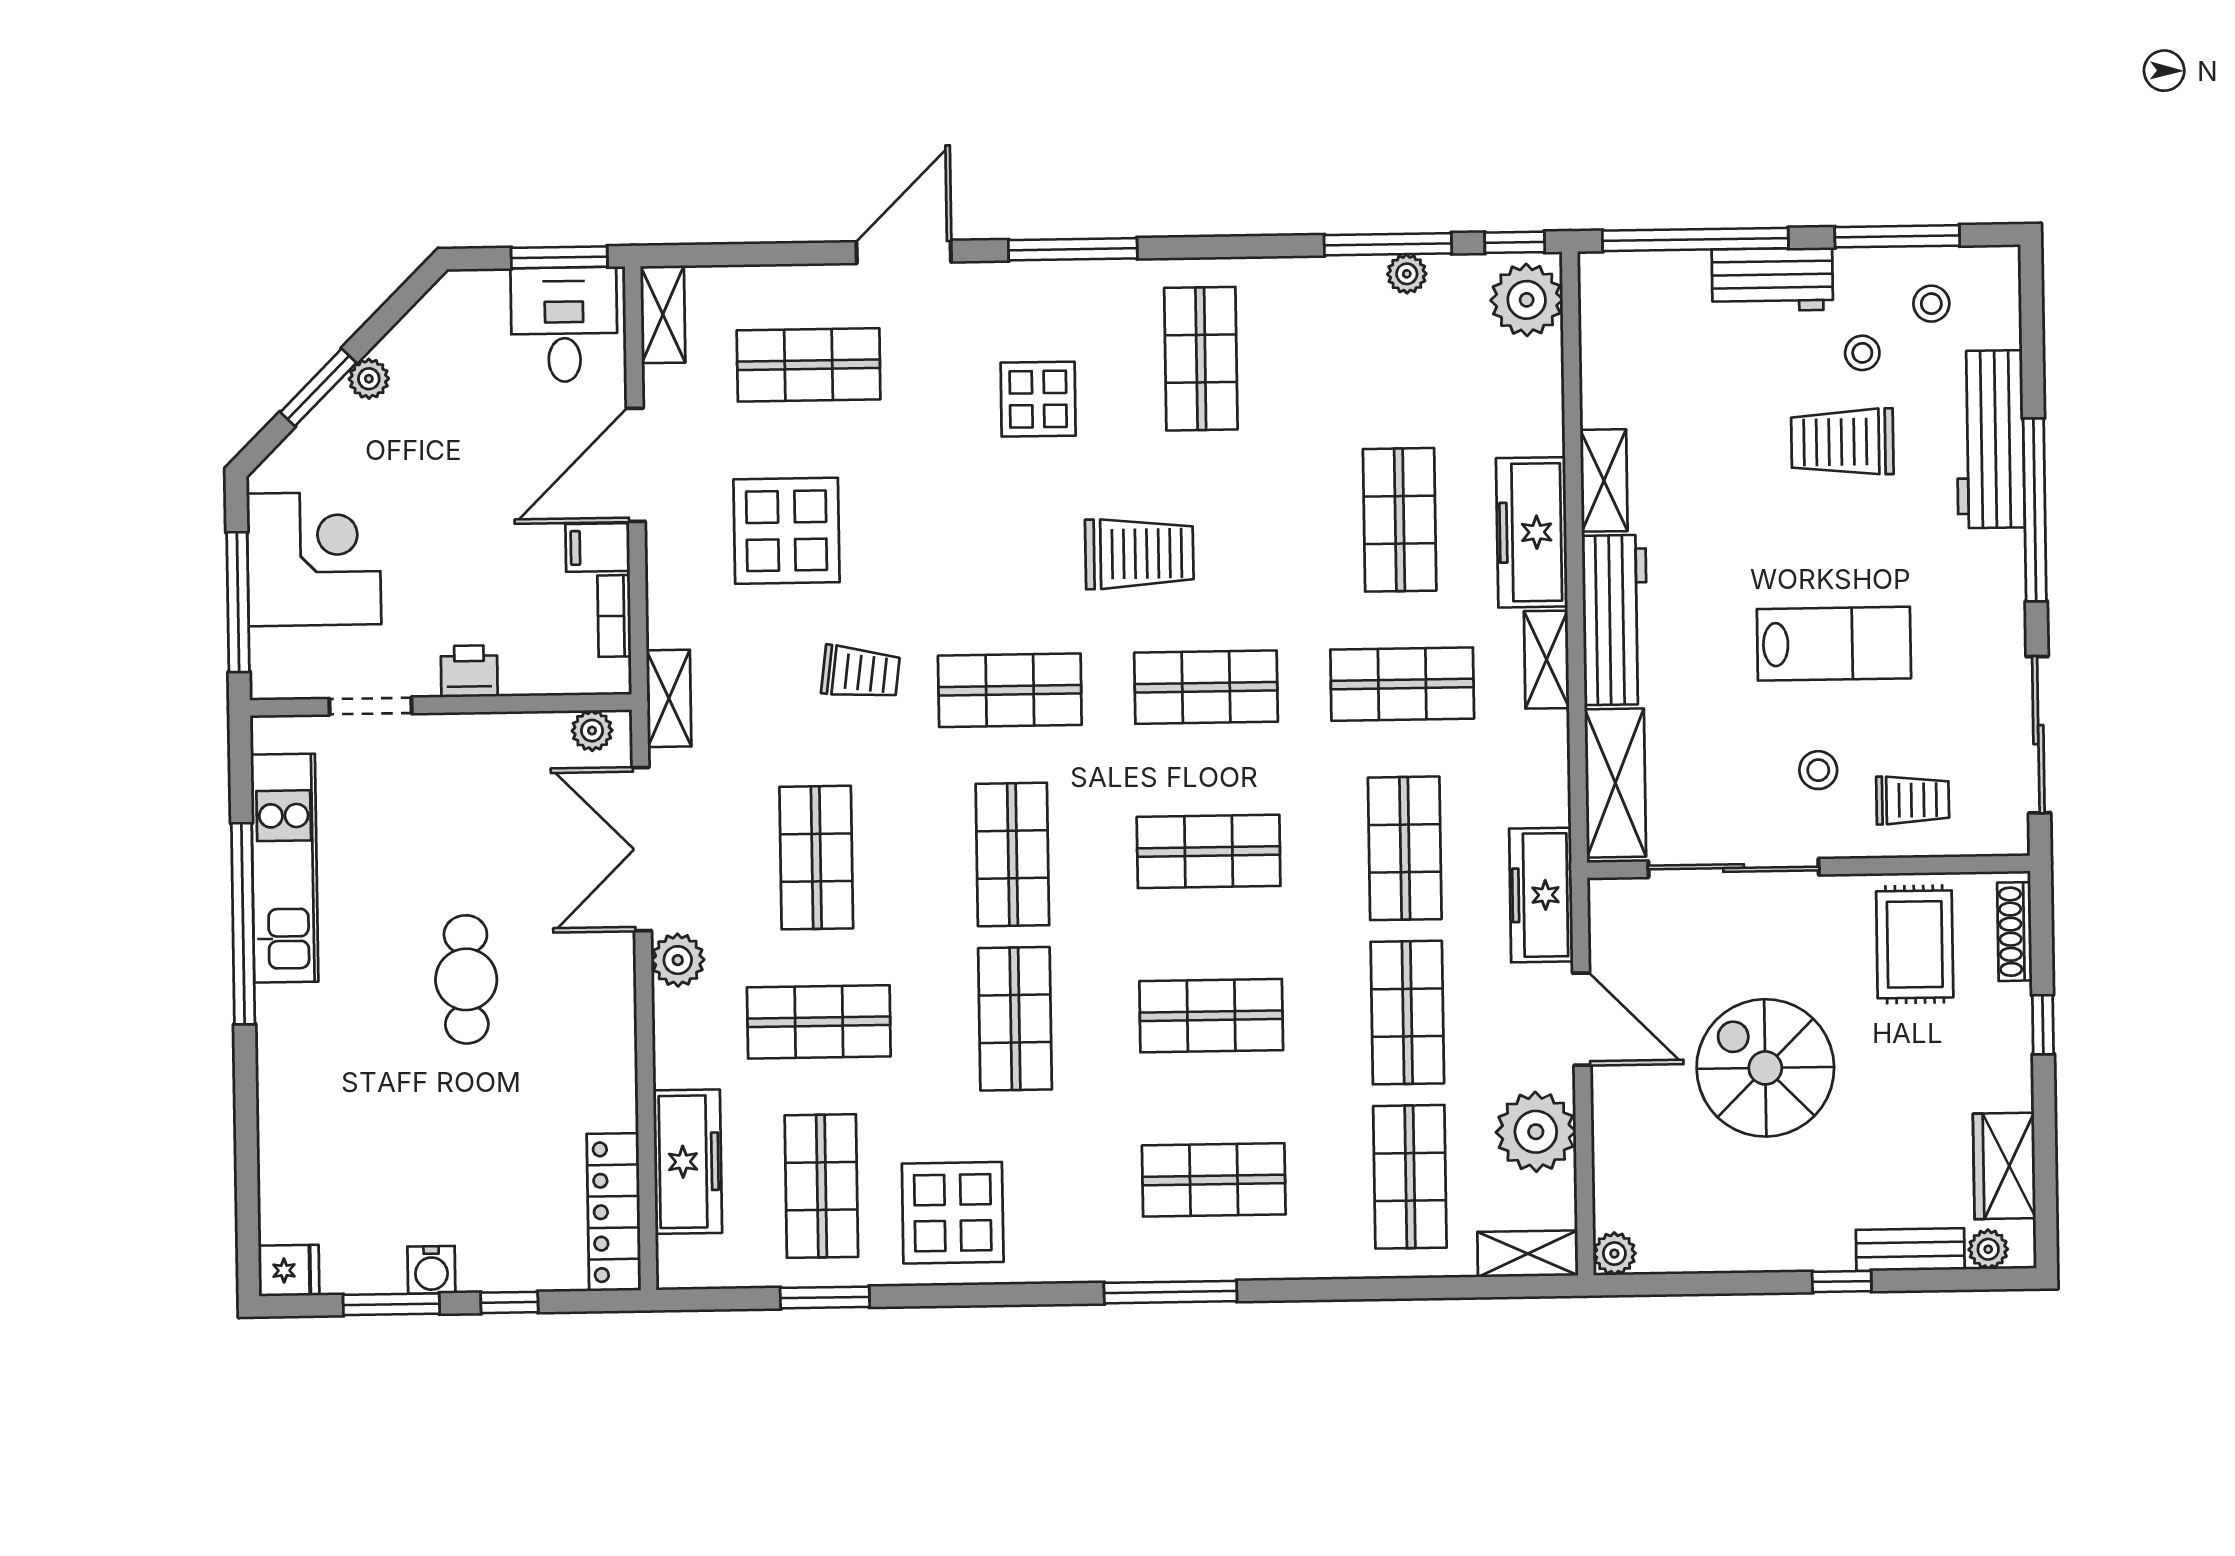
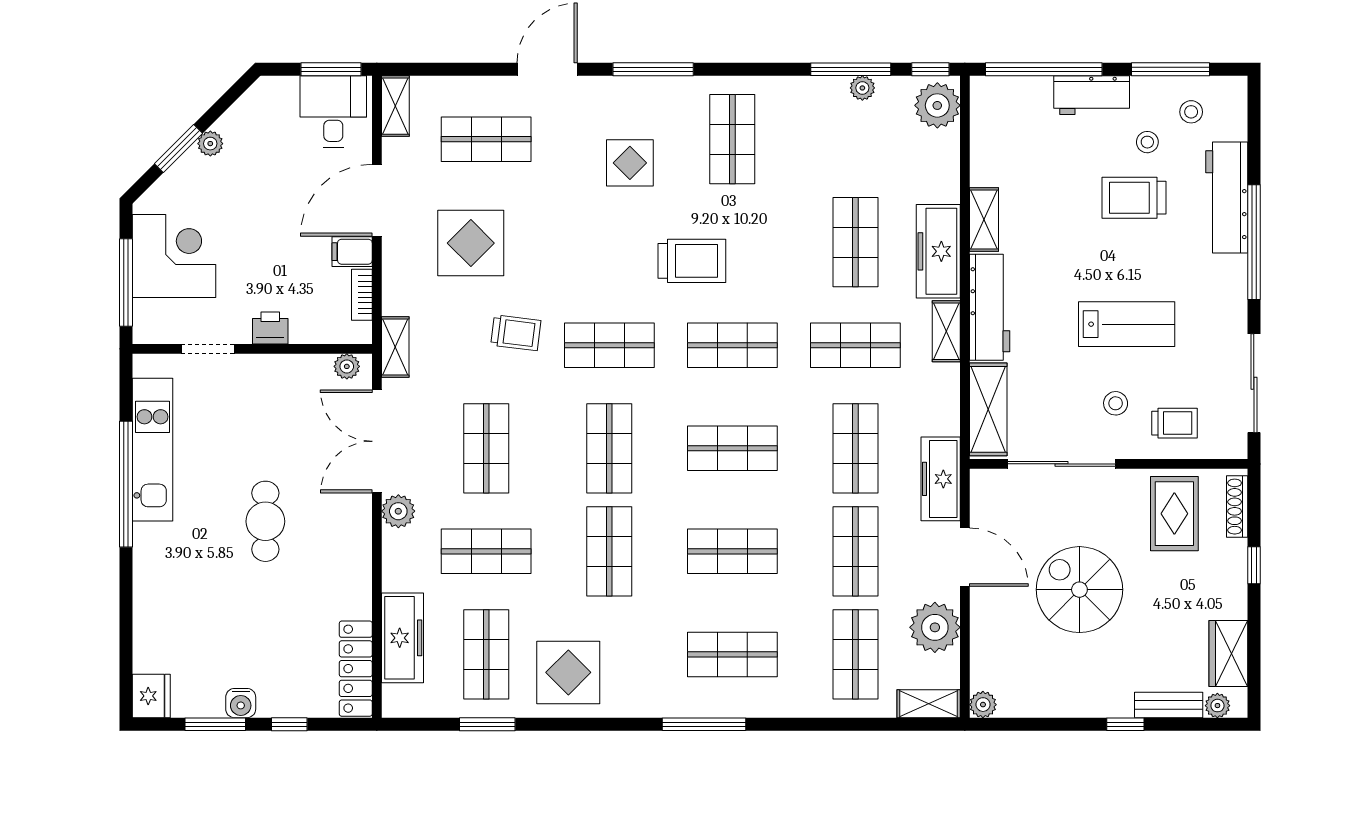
fridge: (289, 1270) -> (151, 696), width x1.38

